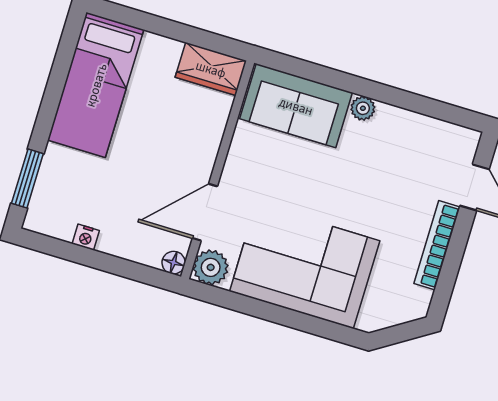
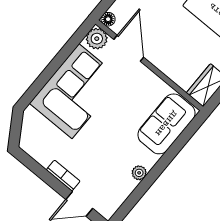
plant: (363, 108) -> (139, 173), moved
bookcase: (437, 245) -> (63, 175), width x0.64

